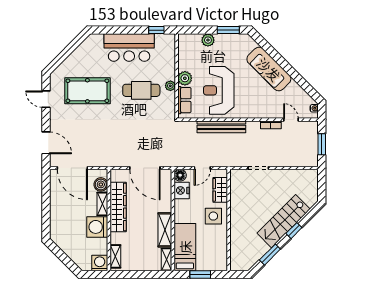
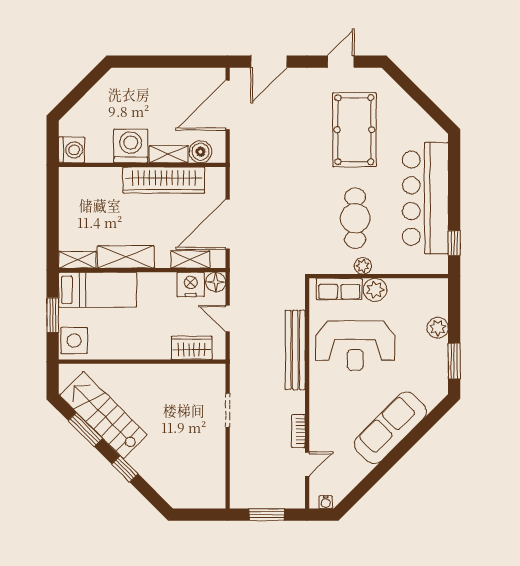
bar counter: (129, 48) -> (425, 198), width x1.36
reception desk: (219, 90) -> (355, 346), turned 180
side table: (213, 216) -> (74, 341), moved
stairs: (284, 221) -> (103, 415), moved
shelving: (115, 256) -> (190, 260), moved

